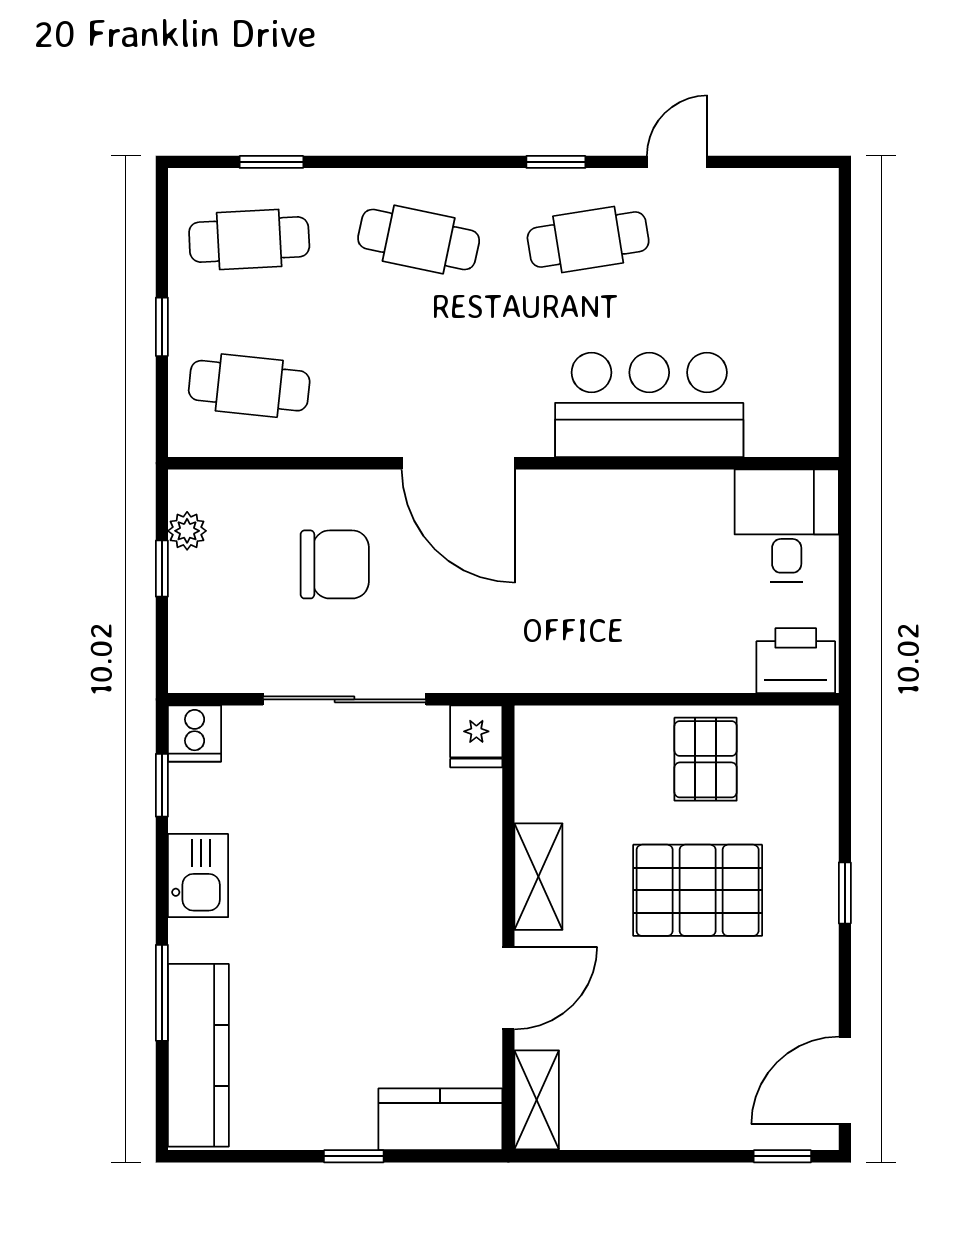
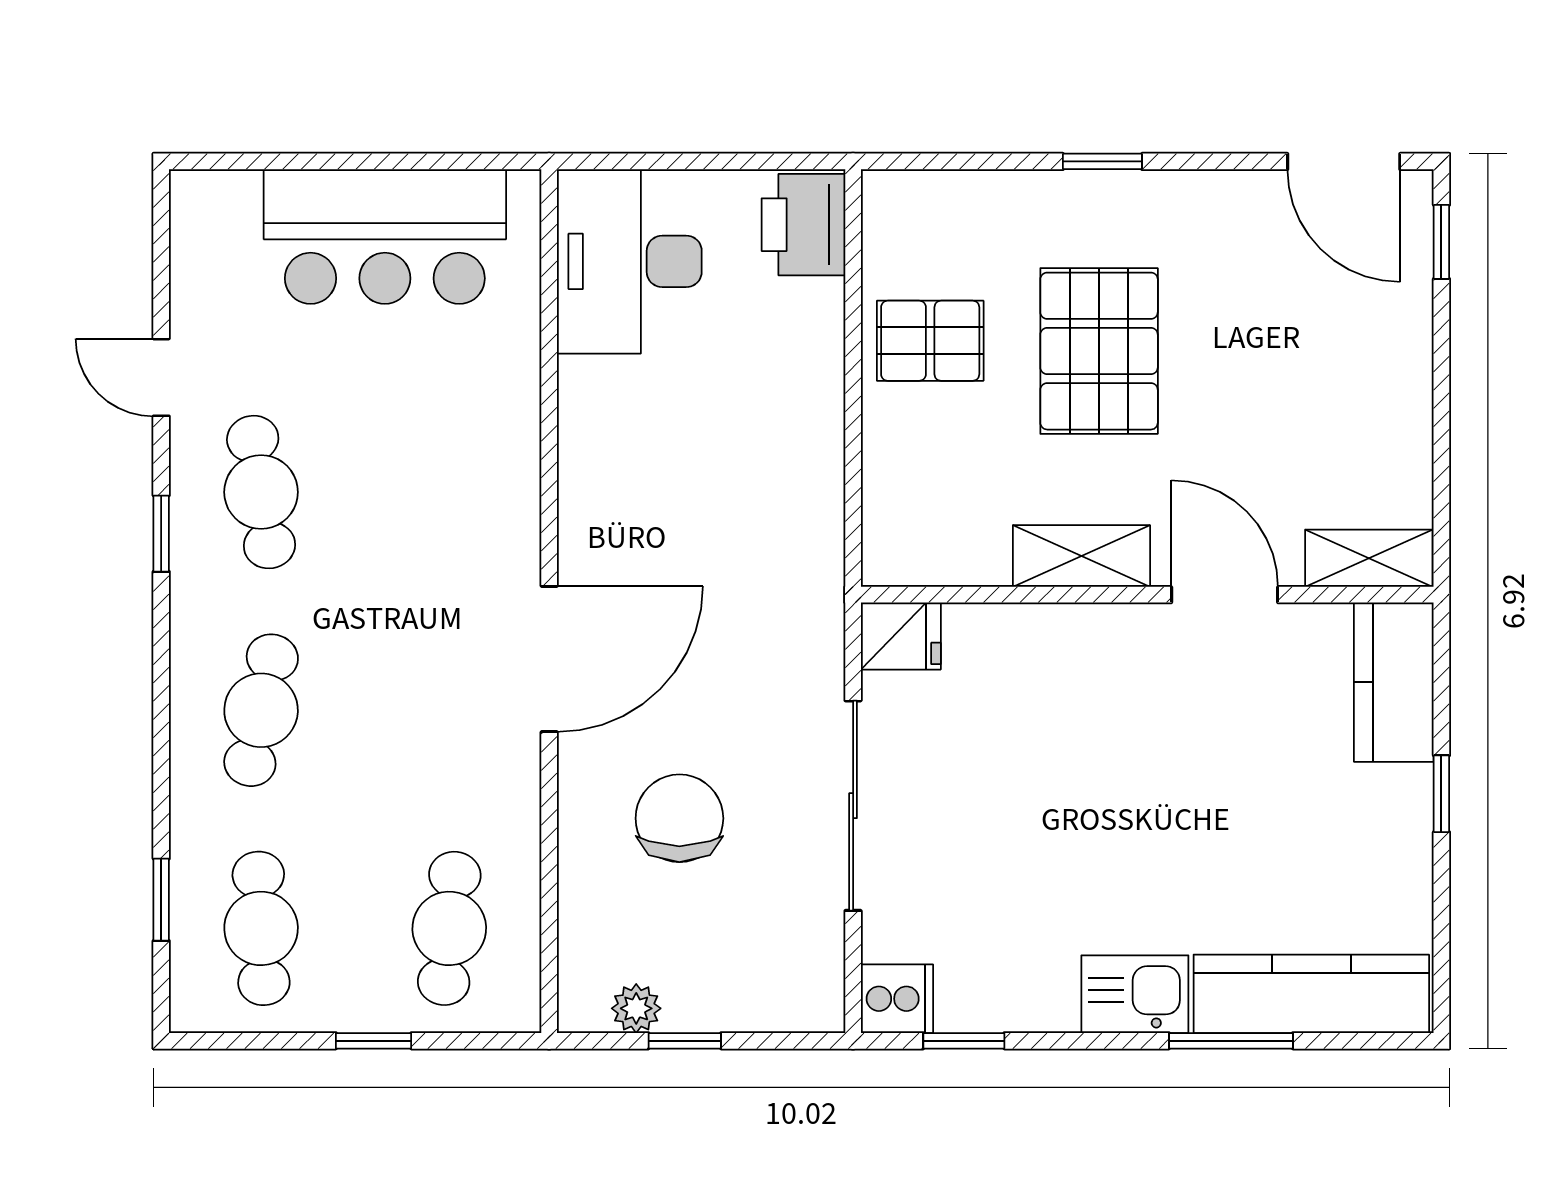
bar counter: (649, 405) -> (385, 237), moved, turned -90
desk: (787, 525) -> (629, 261), width x1.37
kitchen sink: (198, 876) -> (1135, 994), moved

